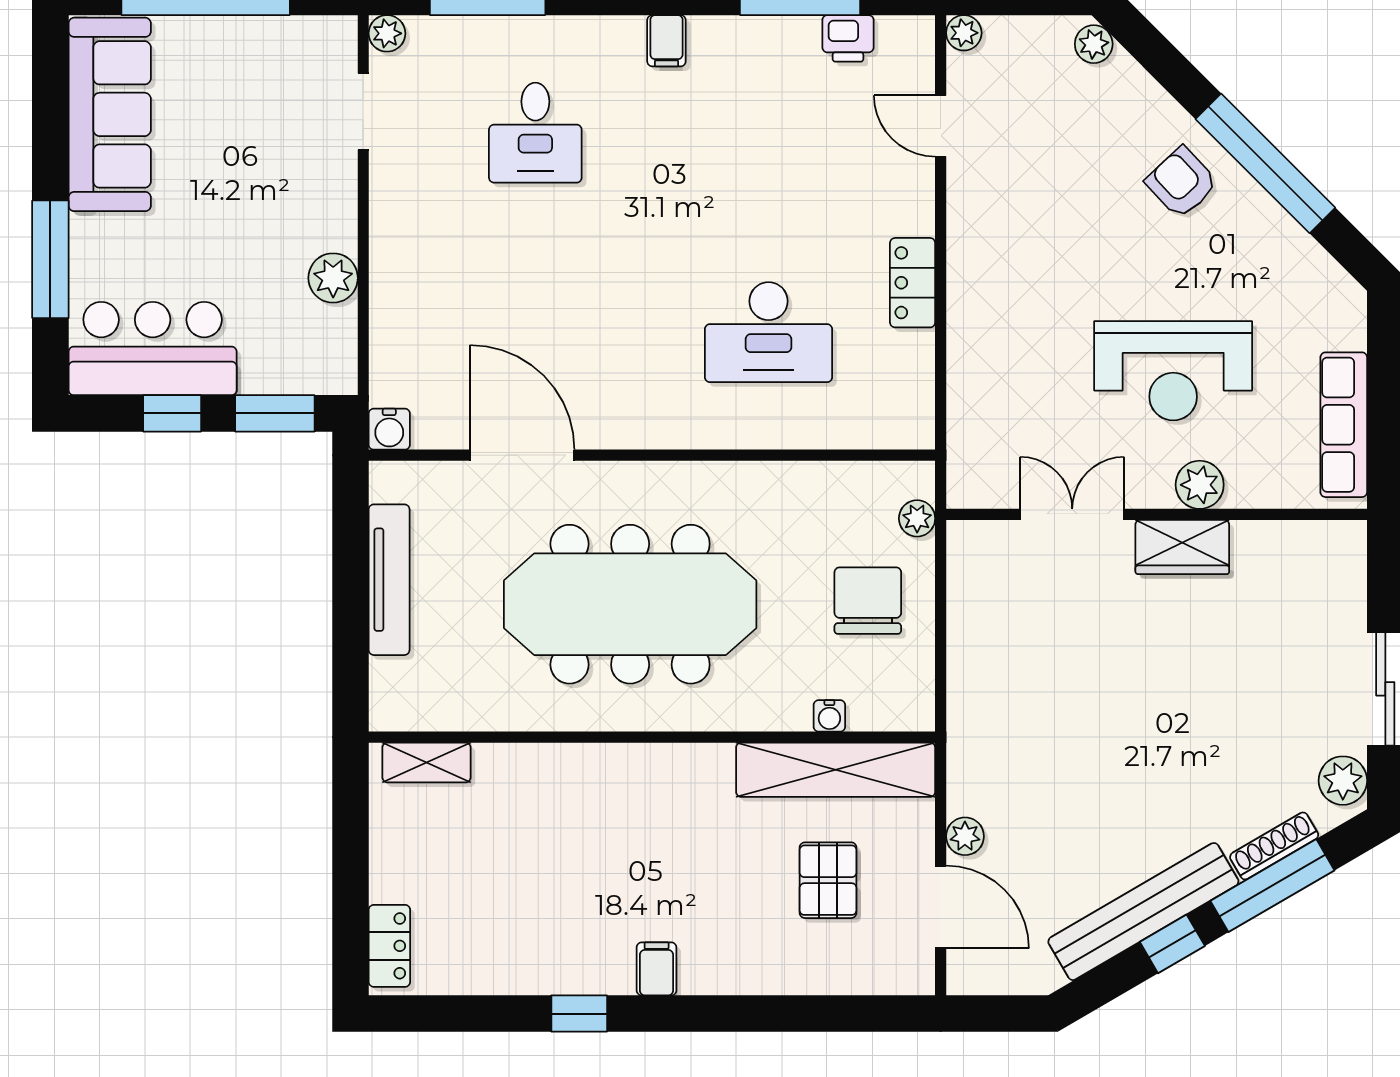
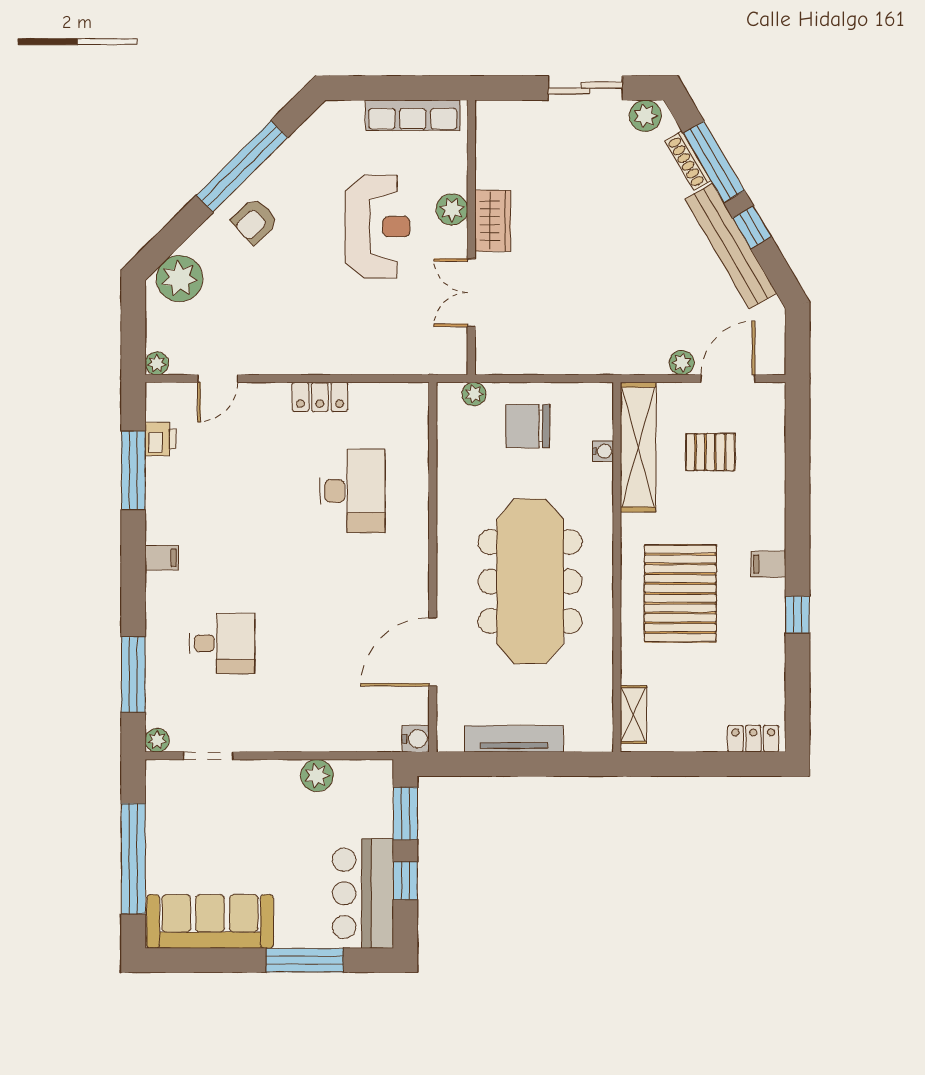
plant: (1094, 44) -> (179, 279), width x1.88, depth x1.88
pallet: (612, 834) -> (680, 593), added

